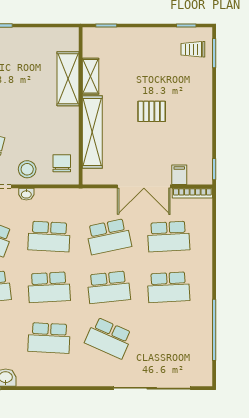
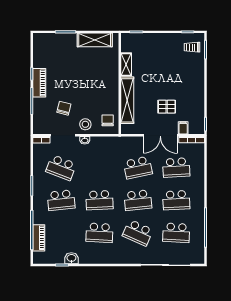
shelving: (68, 79) -> (95, 40), moved, turned 90
pallet: (152, 111) -> (167, 107), moved
school desk: (49, 237) -> (176, 233), moved

